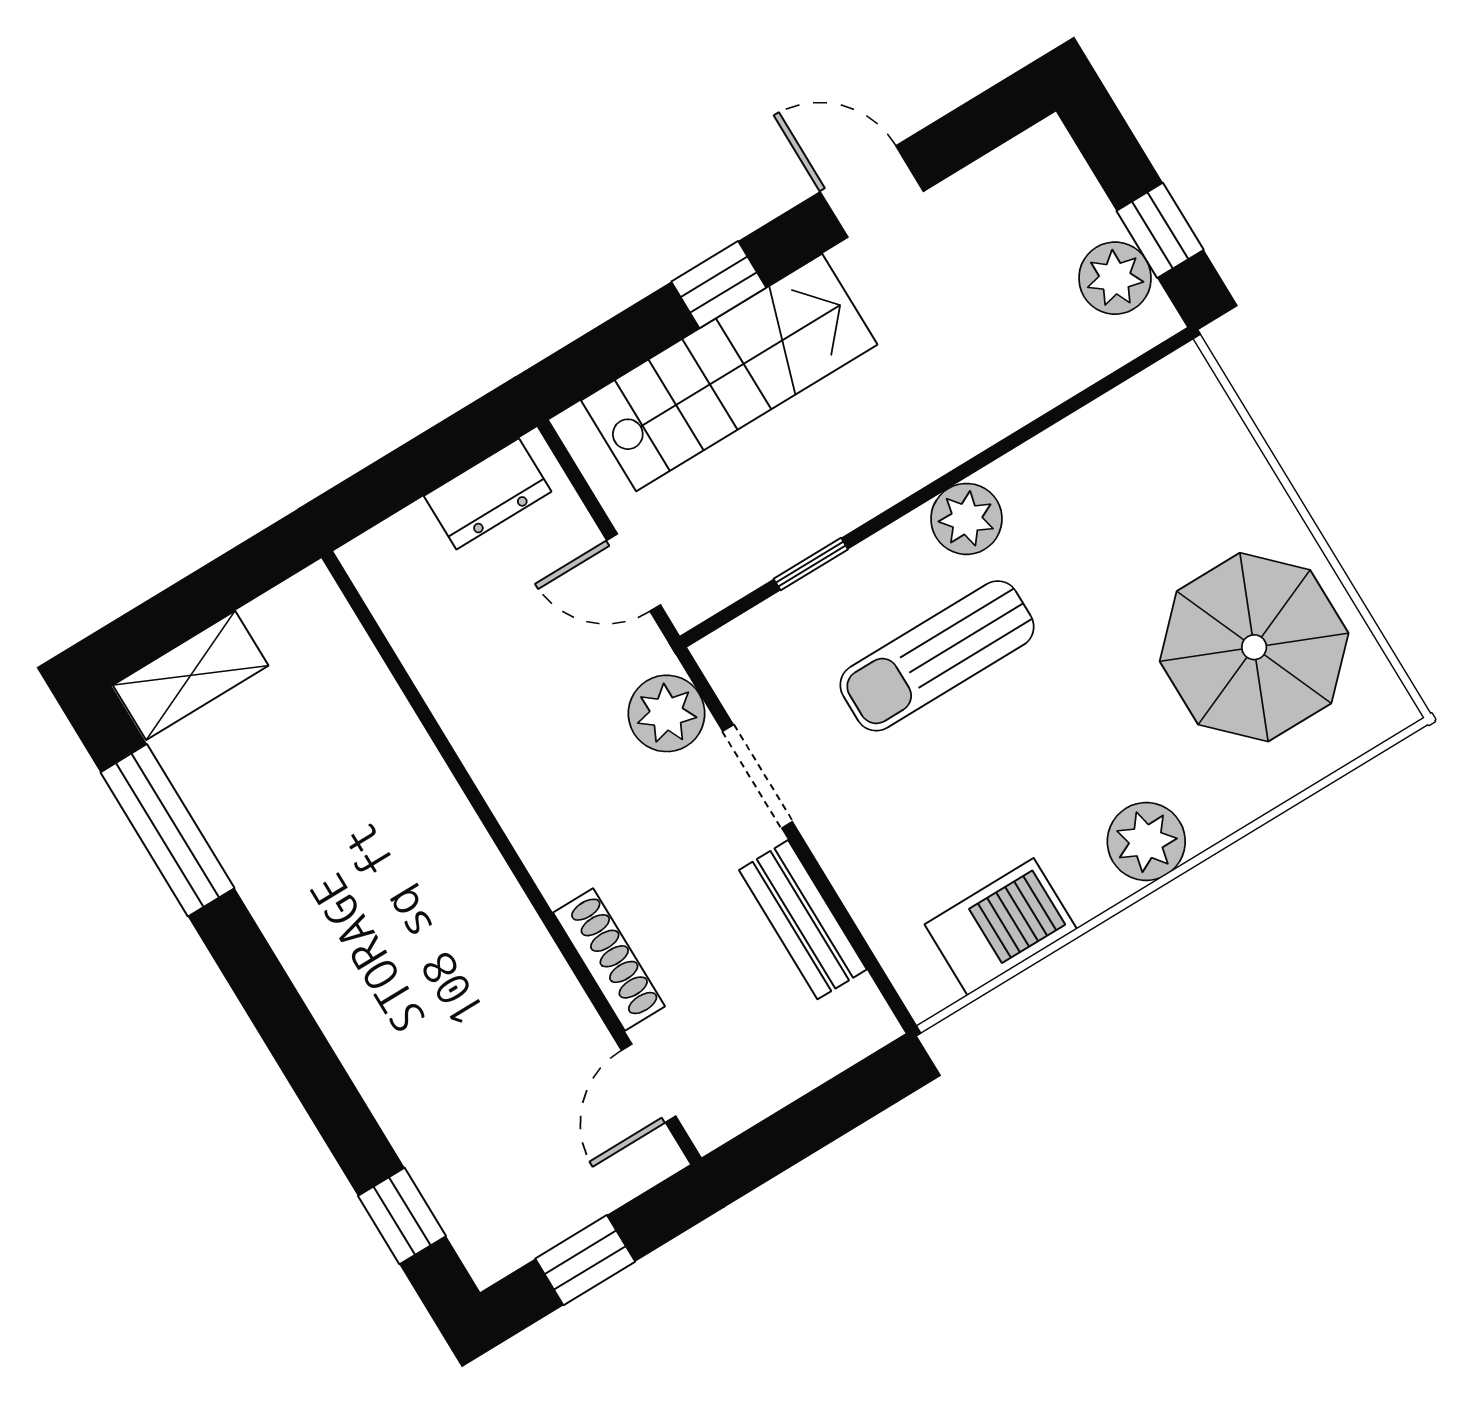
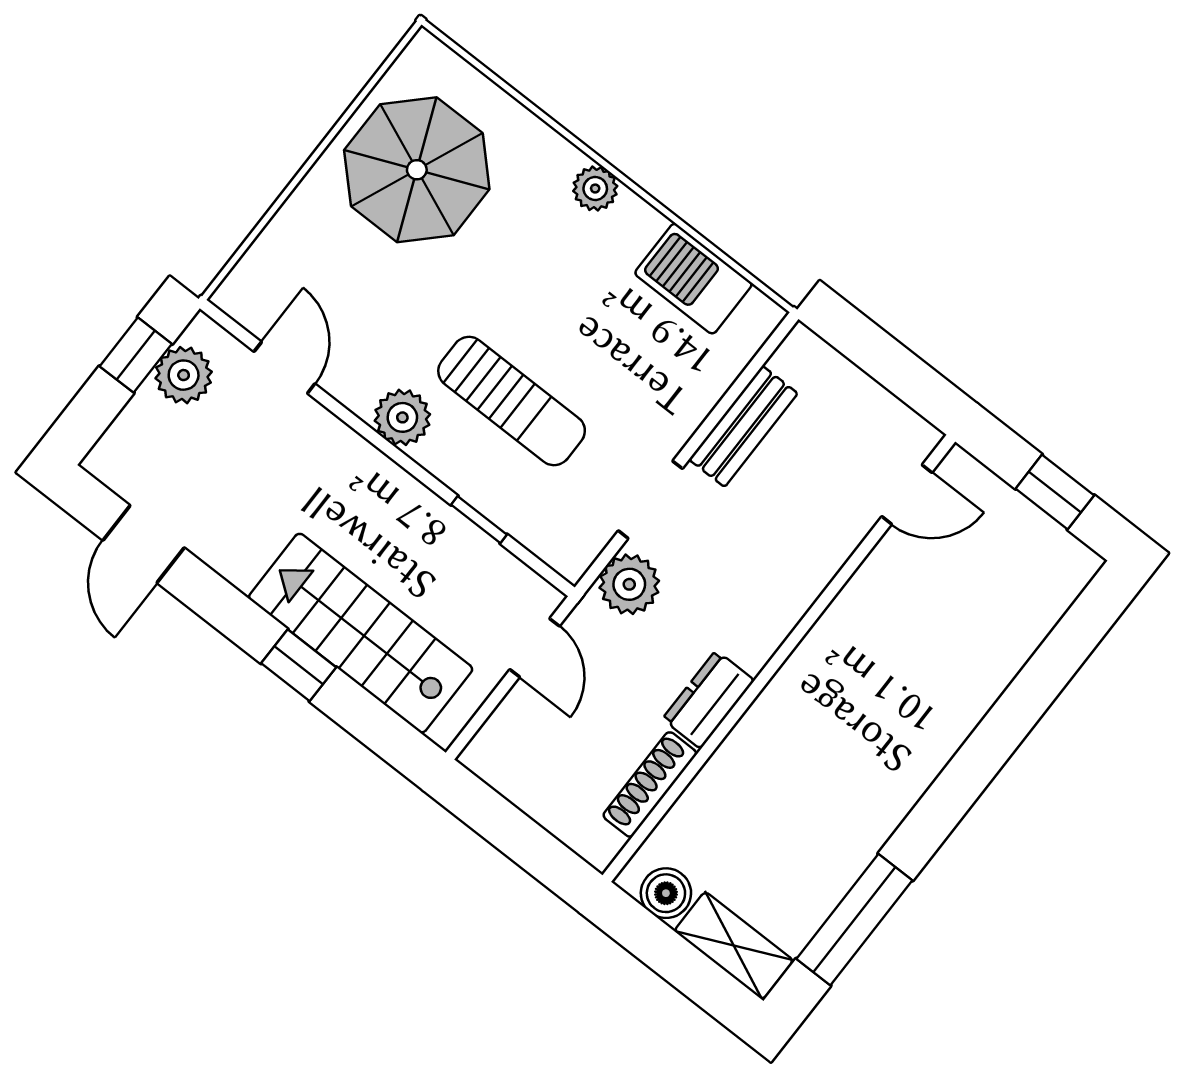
door: (872, 192) -> (144, 544), moved
door: (1079, 401) -> (284, 368), added
dresser: (488, 494) -> (708, 700), moved, turned -90
boiler: (283, 618) -> (666, 893), added
plant: (1146, 841) -> (595, 189), width x0.73, depth x0.73
shoe rack: (609, 960) -> (650, 784), moved
window: (402, 1216) -> (1073, 639), removed

